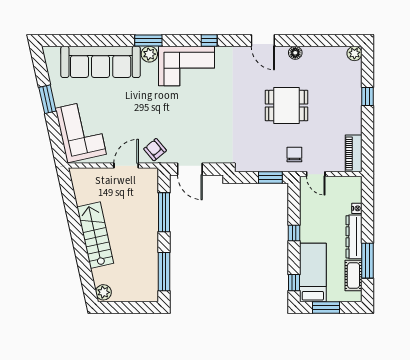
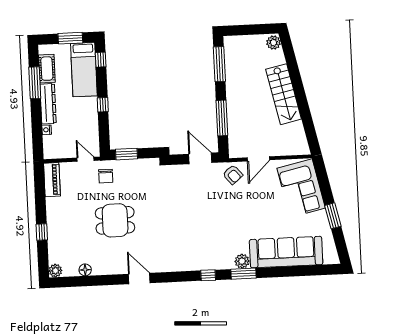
window: (209, 41) -> (208, 275), moved
floor lamp: (295, 53) -> (85, 270), moved
corner sofa: (186, 66) -> (208, 252), removed

